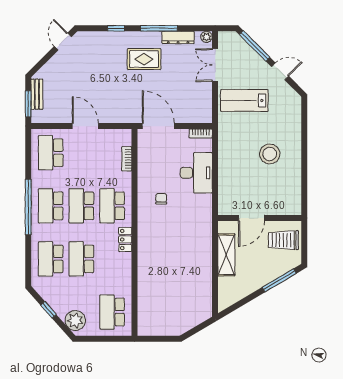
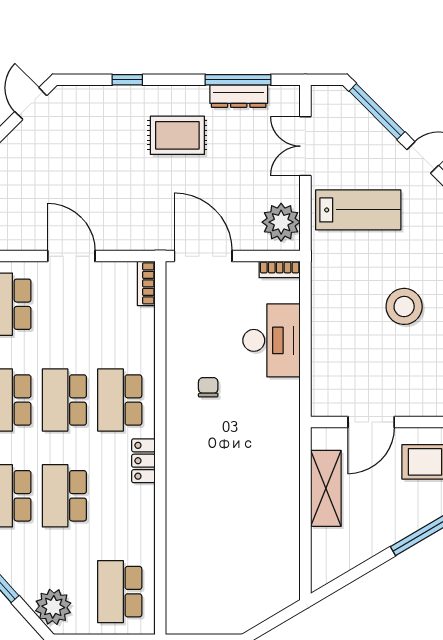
window: (159, 28) -> (238, 80), moved
plant: (207, 37) -> (281, 222), moved, width x1.88, depth x1.88
lab bench: (244, 100) -> (358, 210), turned 180
bookcase: (127, 159) -> (146, 283), moved

